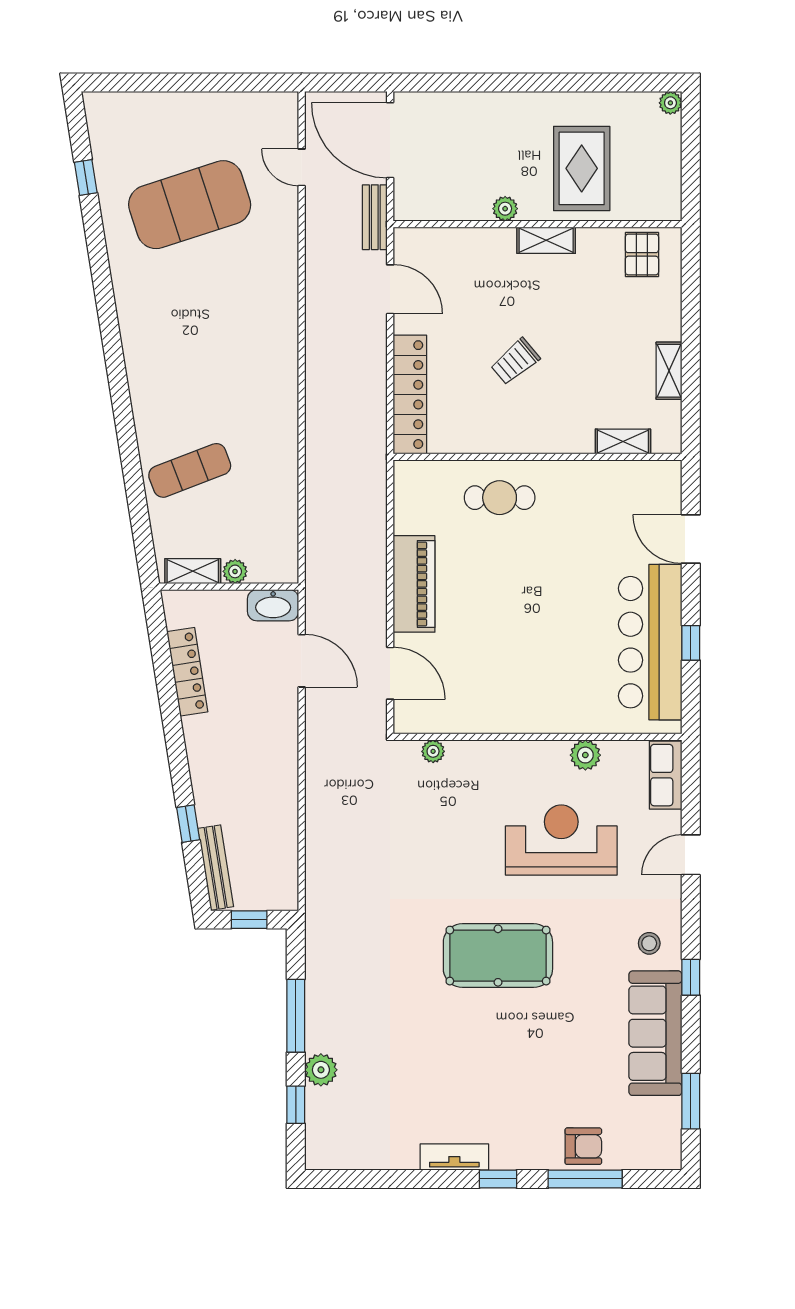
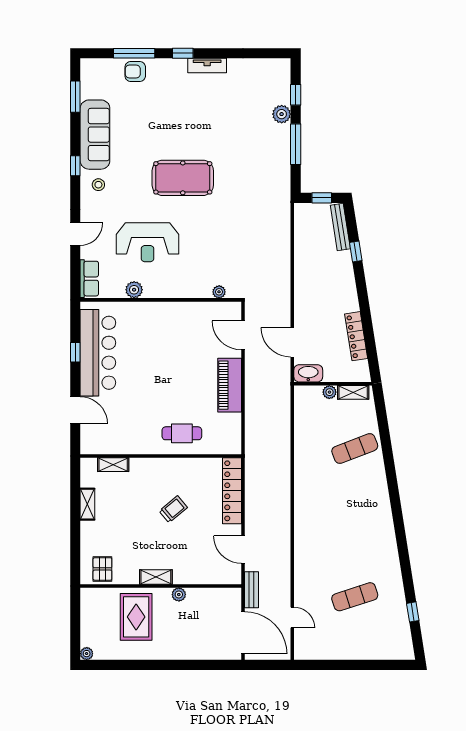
exercise mat: (190, 205) -> (355, 597), width x0.50, depth x0.69

